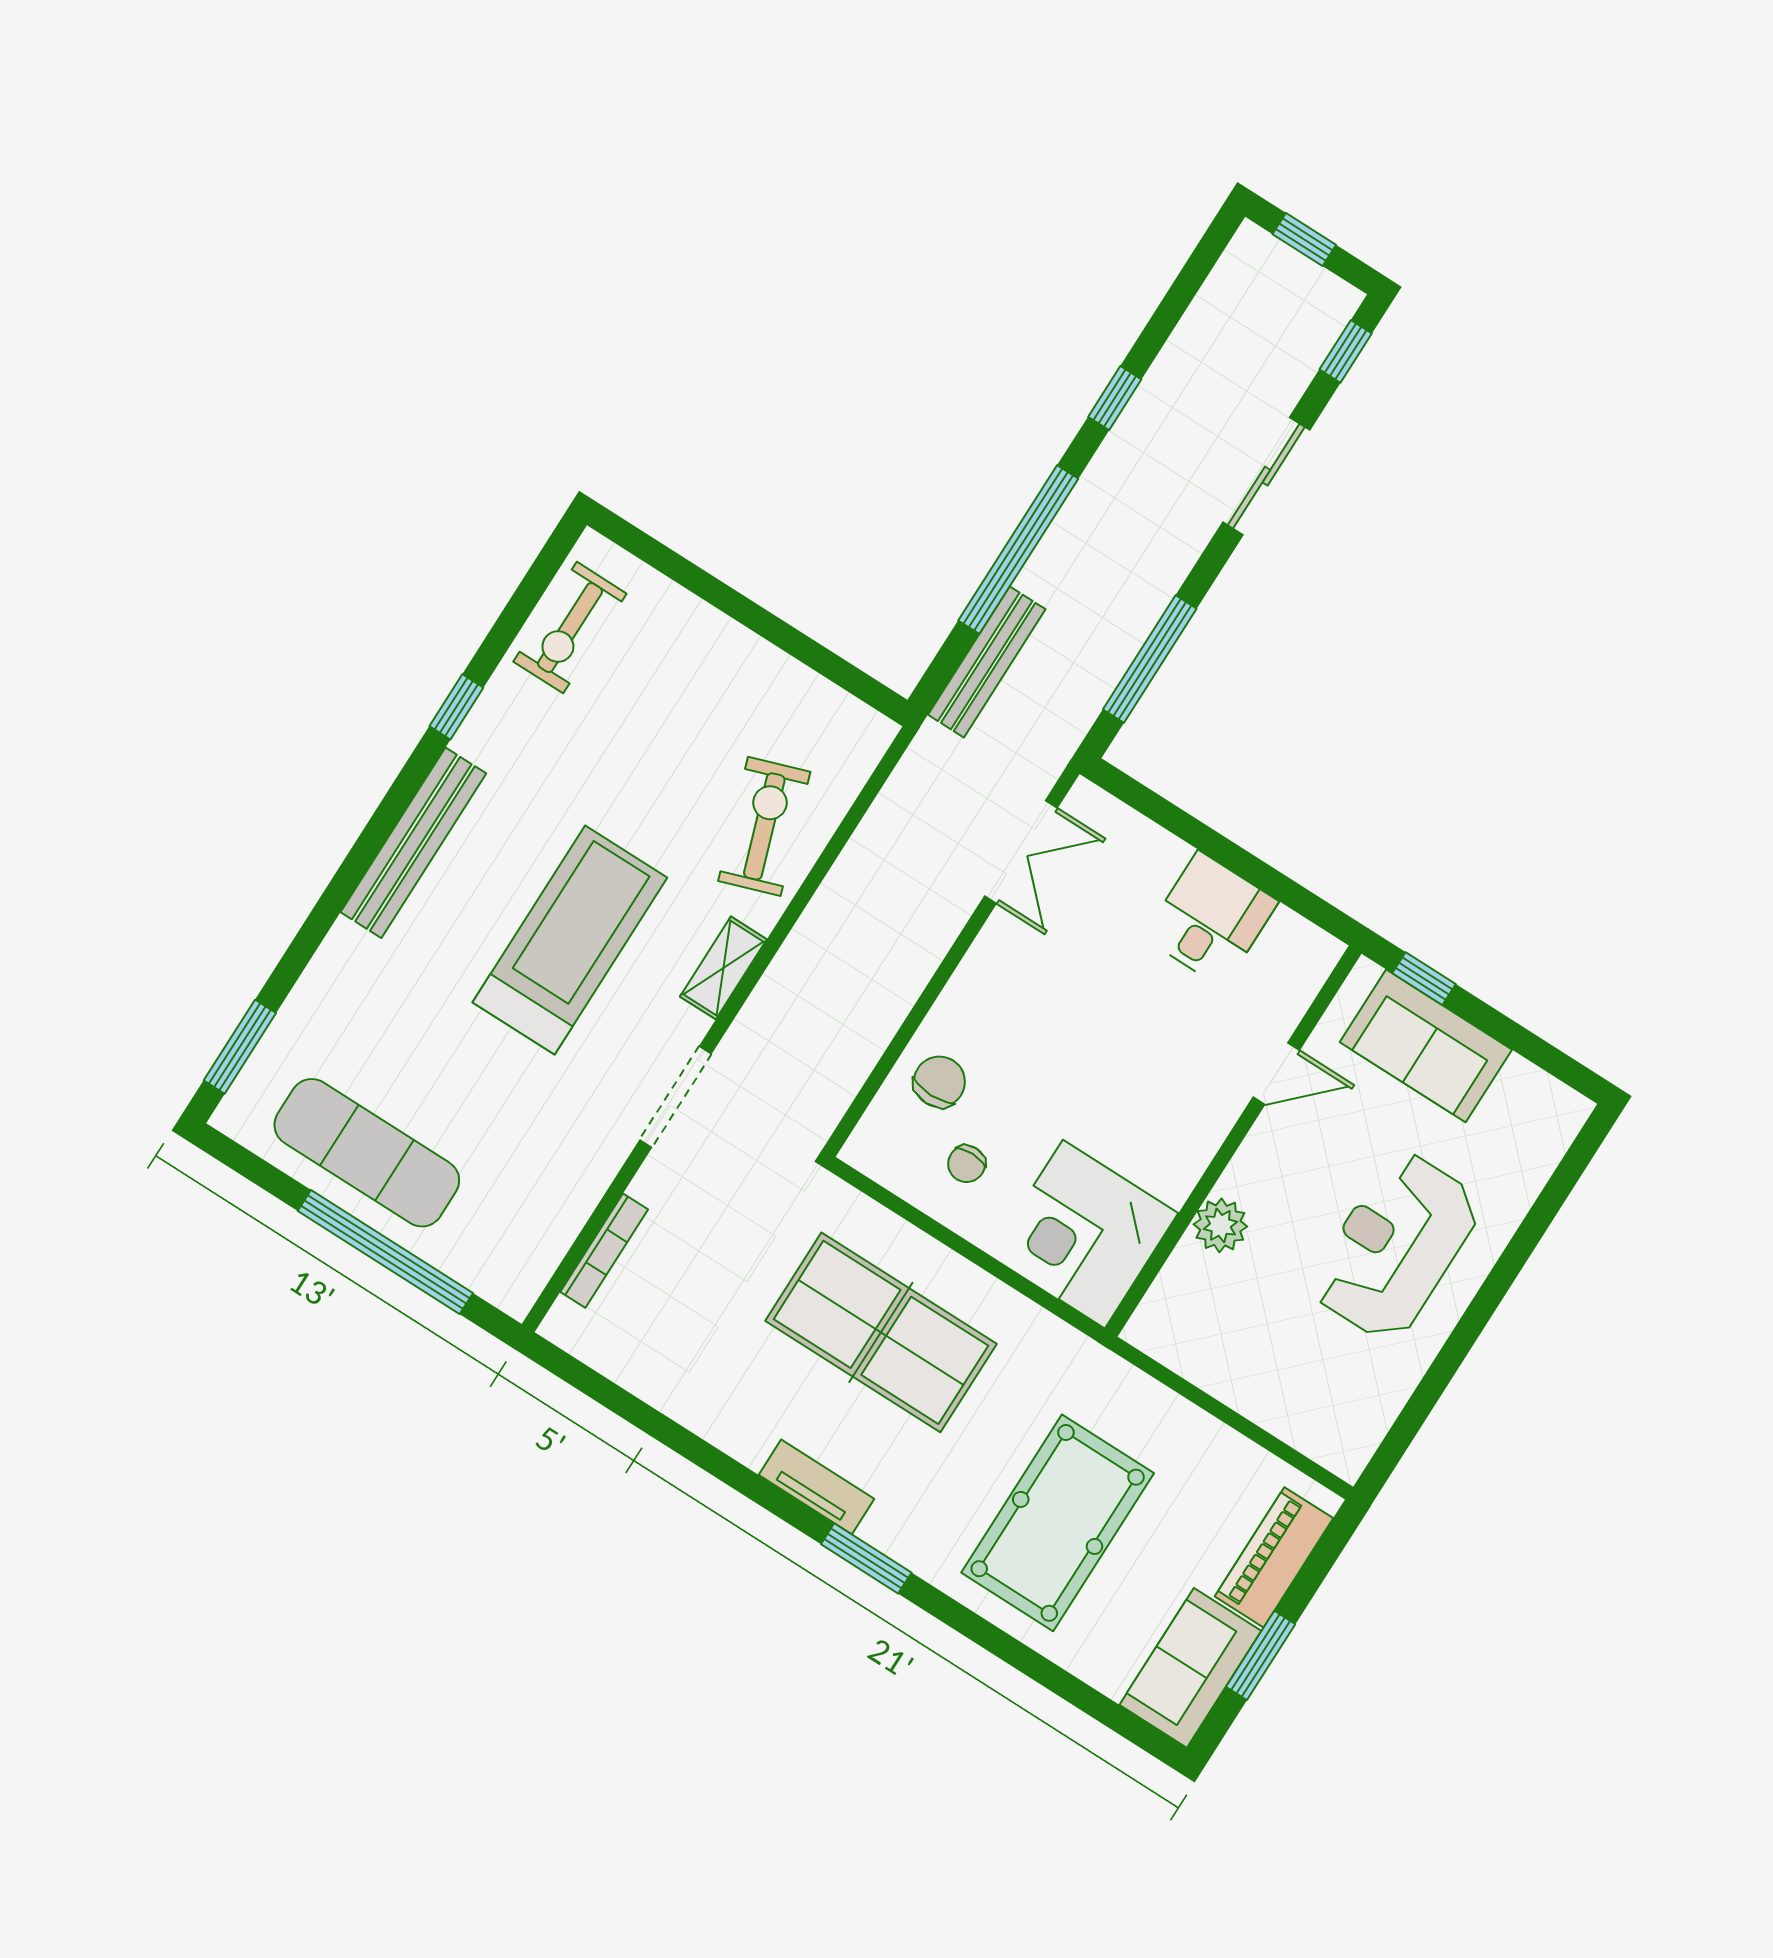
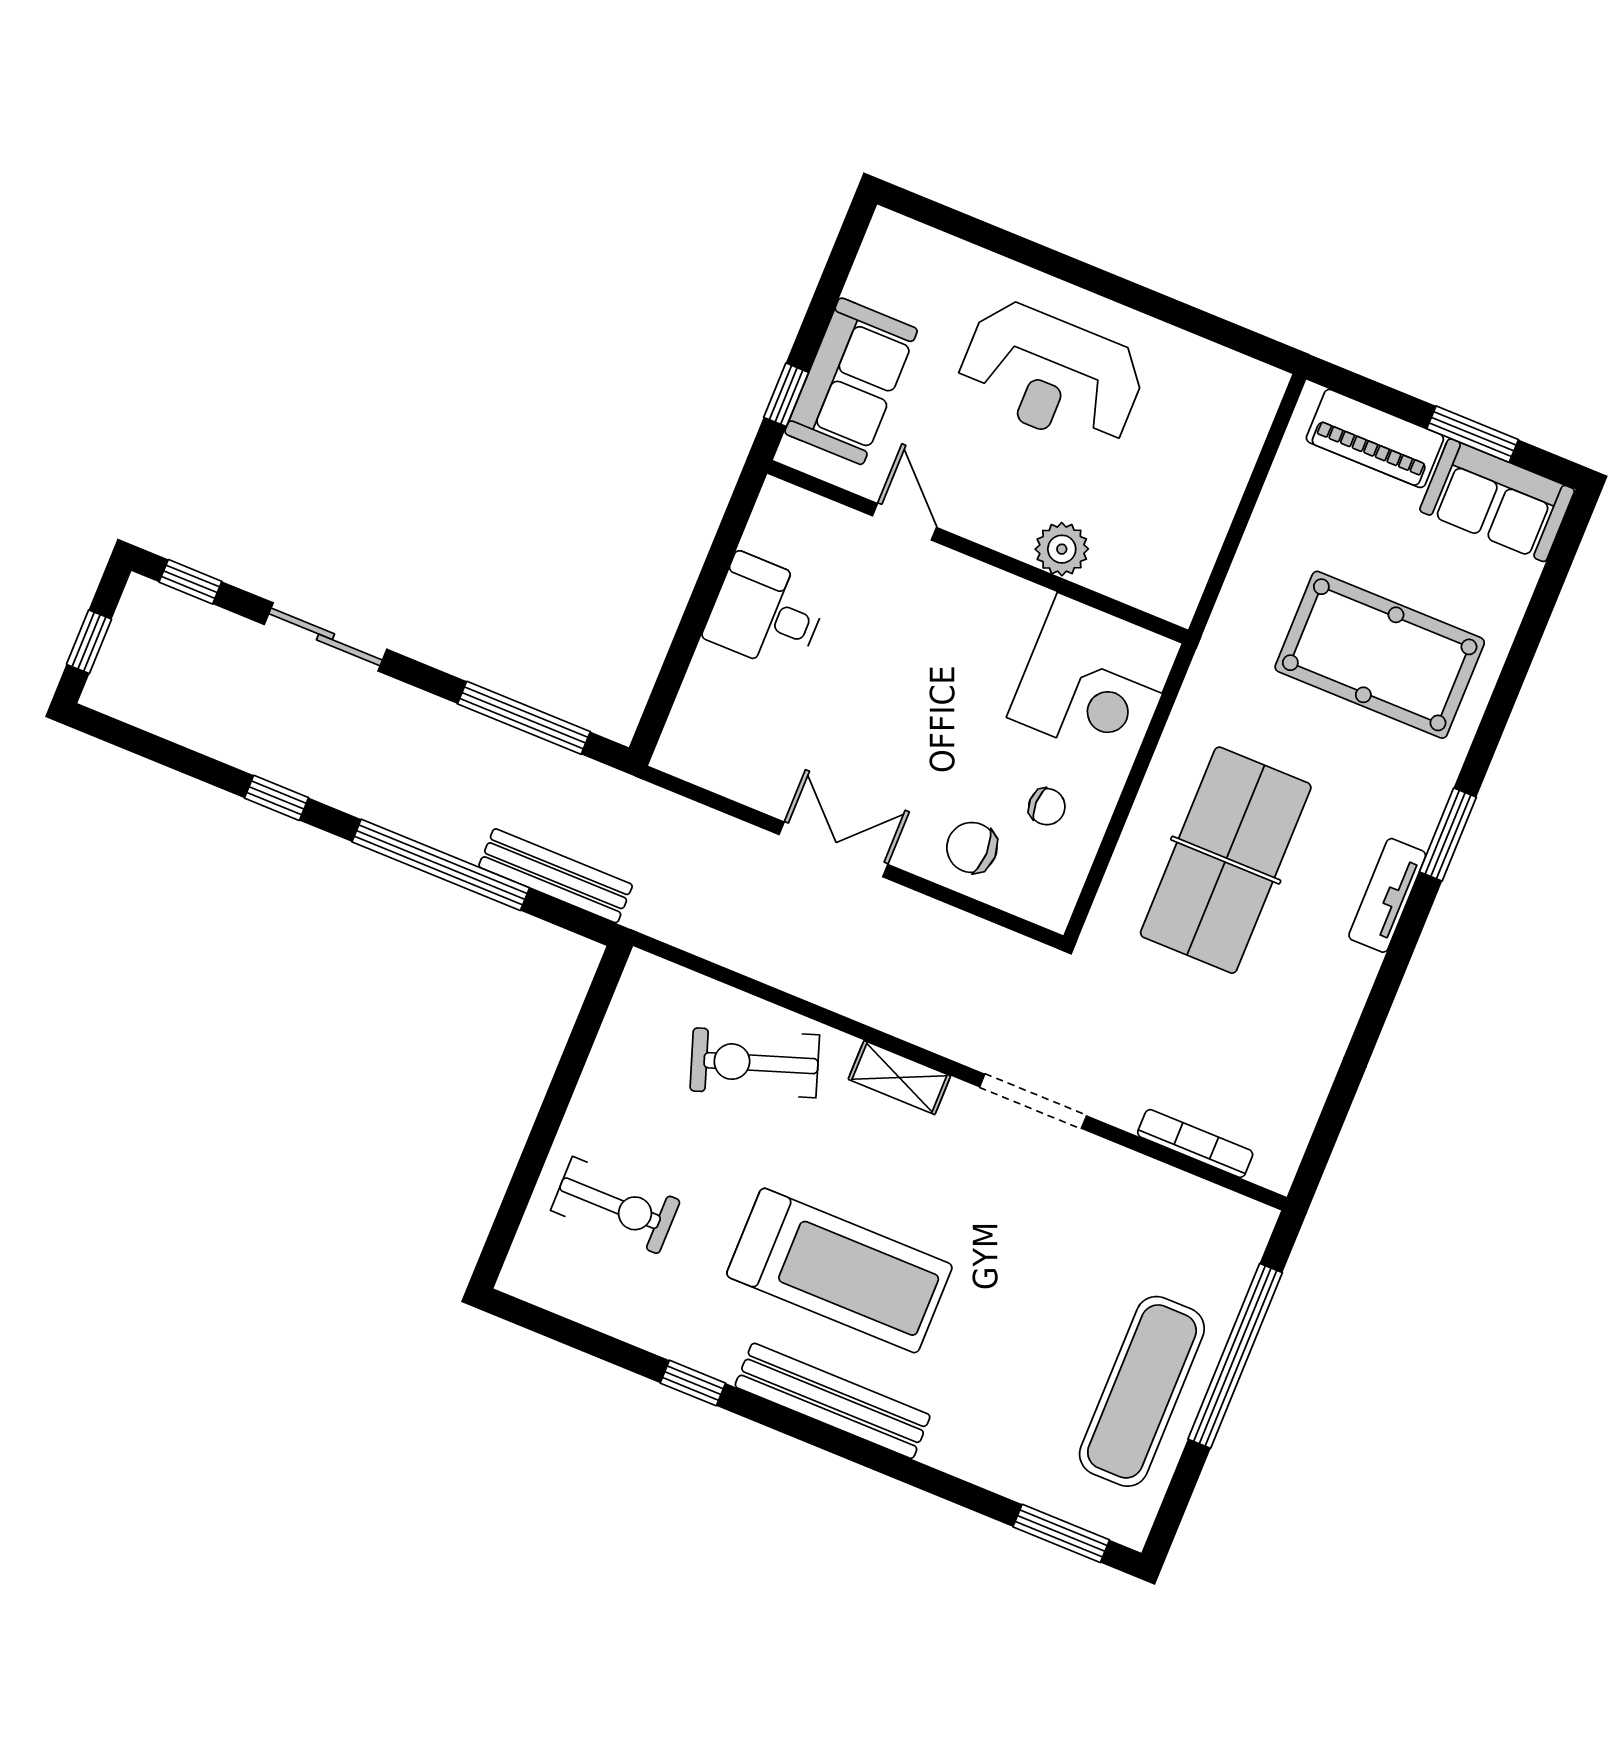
exercise bike: (570, 628) -> (615, 1205), moved
double door: (1021, 852) -> (833, 849), moved
treadmill: (570, 940) -> (839, 1270), moved, turned 180

